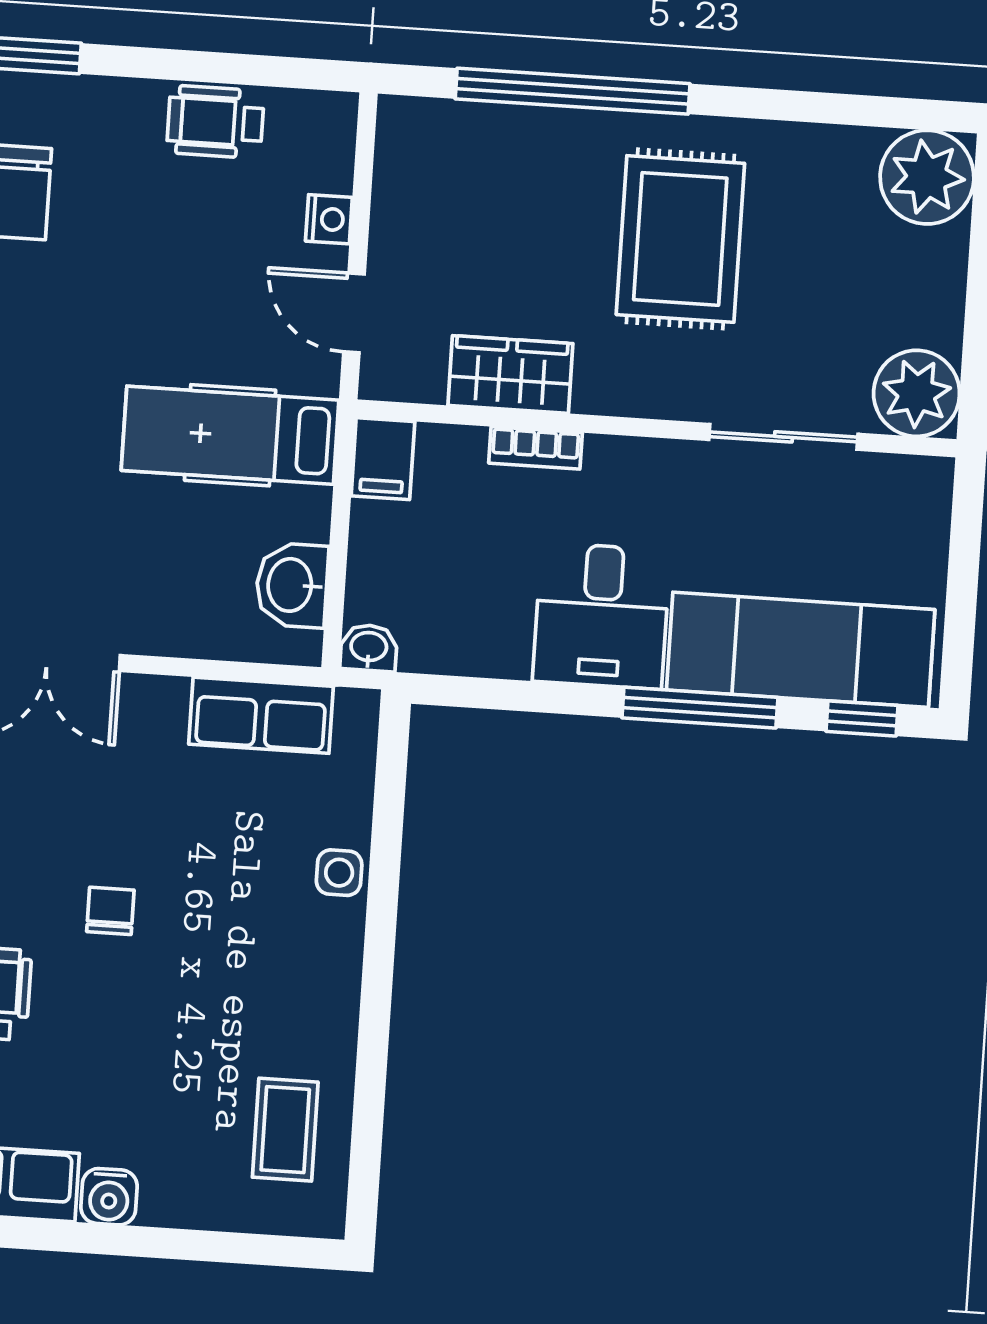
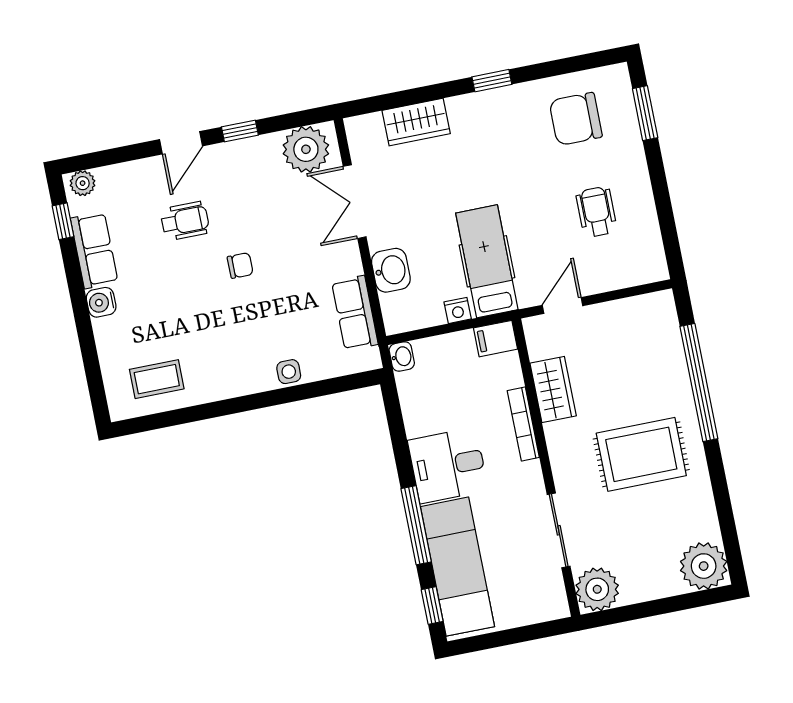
wheelchair: (215, 122) -> (597, 212), moved
nightstand: (329, 219) -> (458, 310), moved
bookcase: (535, 448) -> (523, 424), width x1.56
washbasin: (292, 585) -> (391, 270), moved, turned 90

